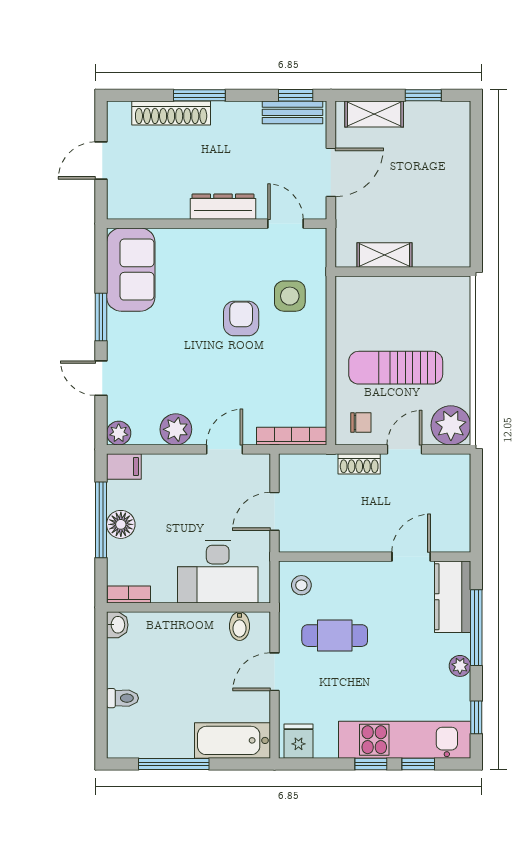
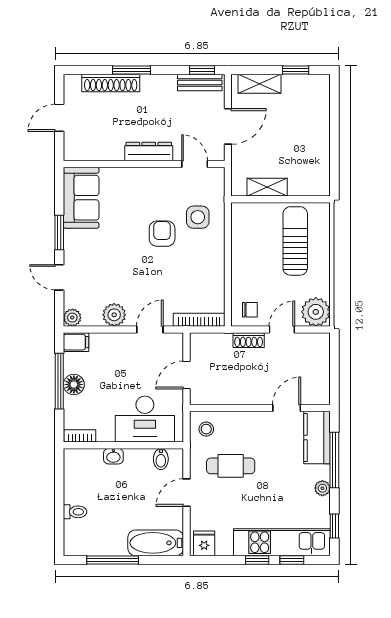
sun lounger: (396, 368) -> (295, 241), moved, turned 90
washbasin: (117, 625) -> (113, 456), moved, turned 90

